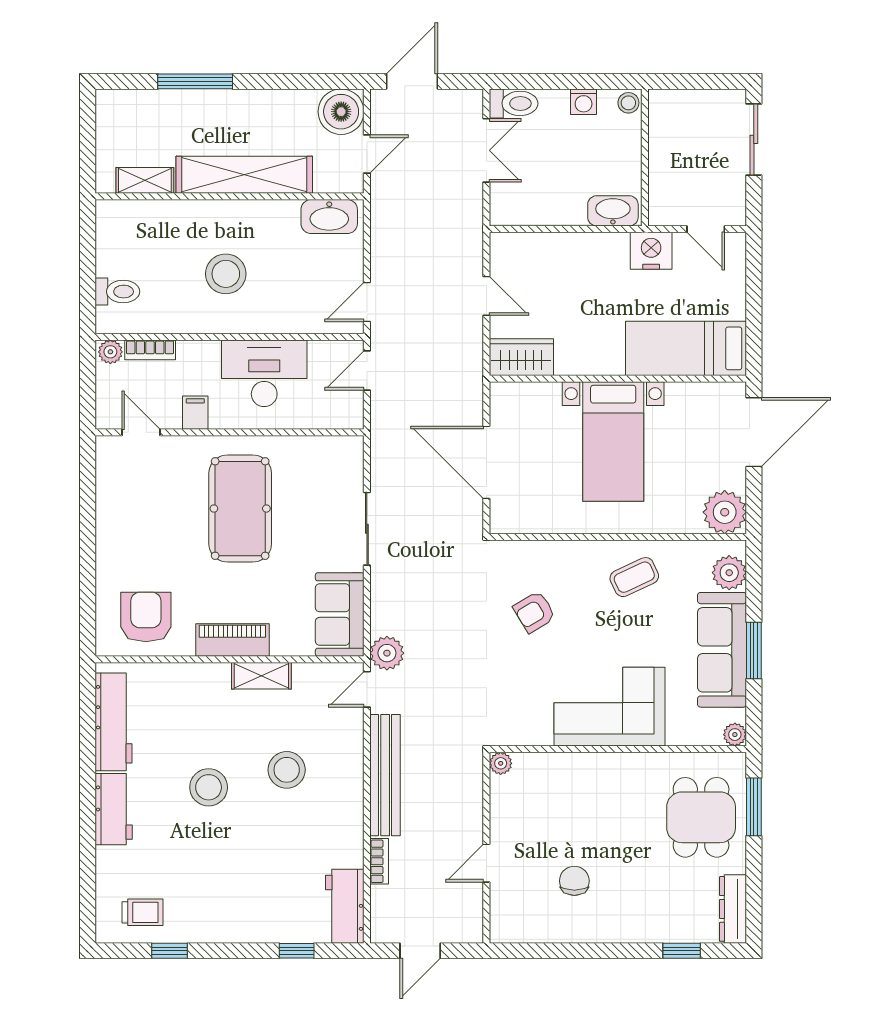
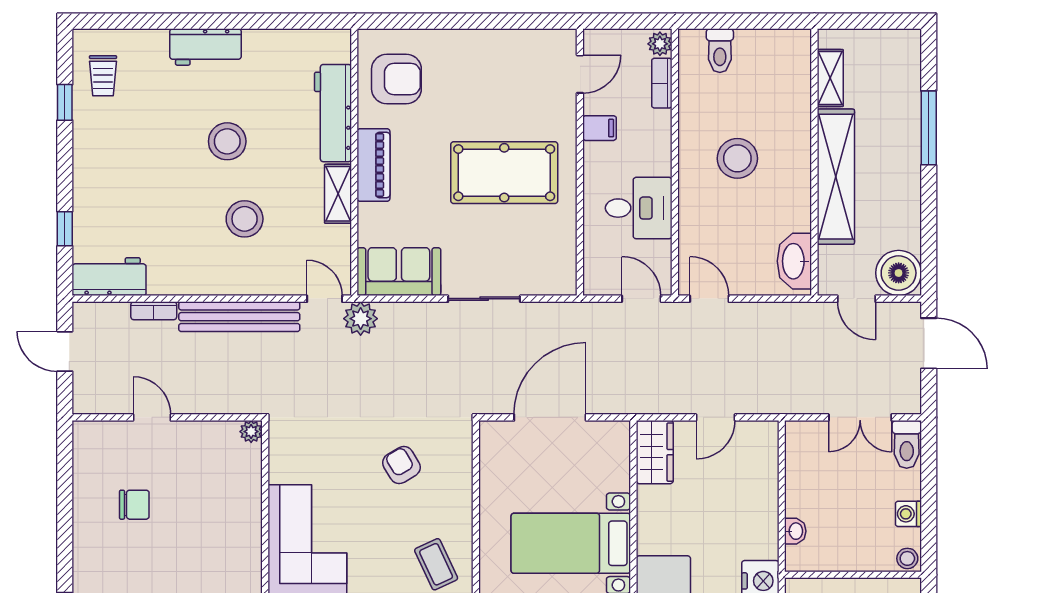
washbasin: (613, 211) -> (795, 531), width x0.52, depth x0.69
desk: (264, 373) -> (639, 208), width x0.73
workbench: (114, 722) -> (333, 113), moved, turned 90

